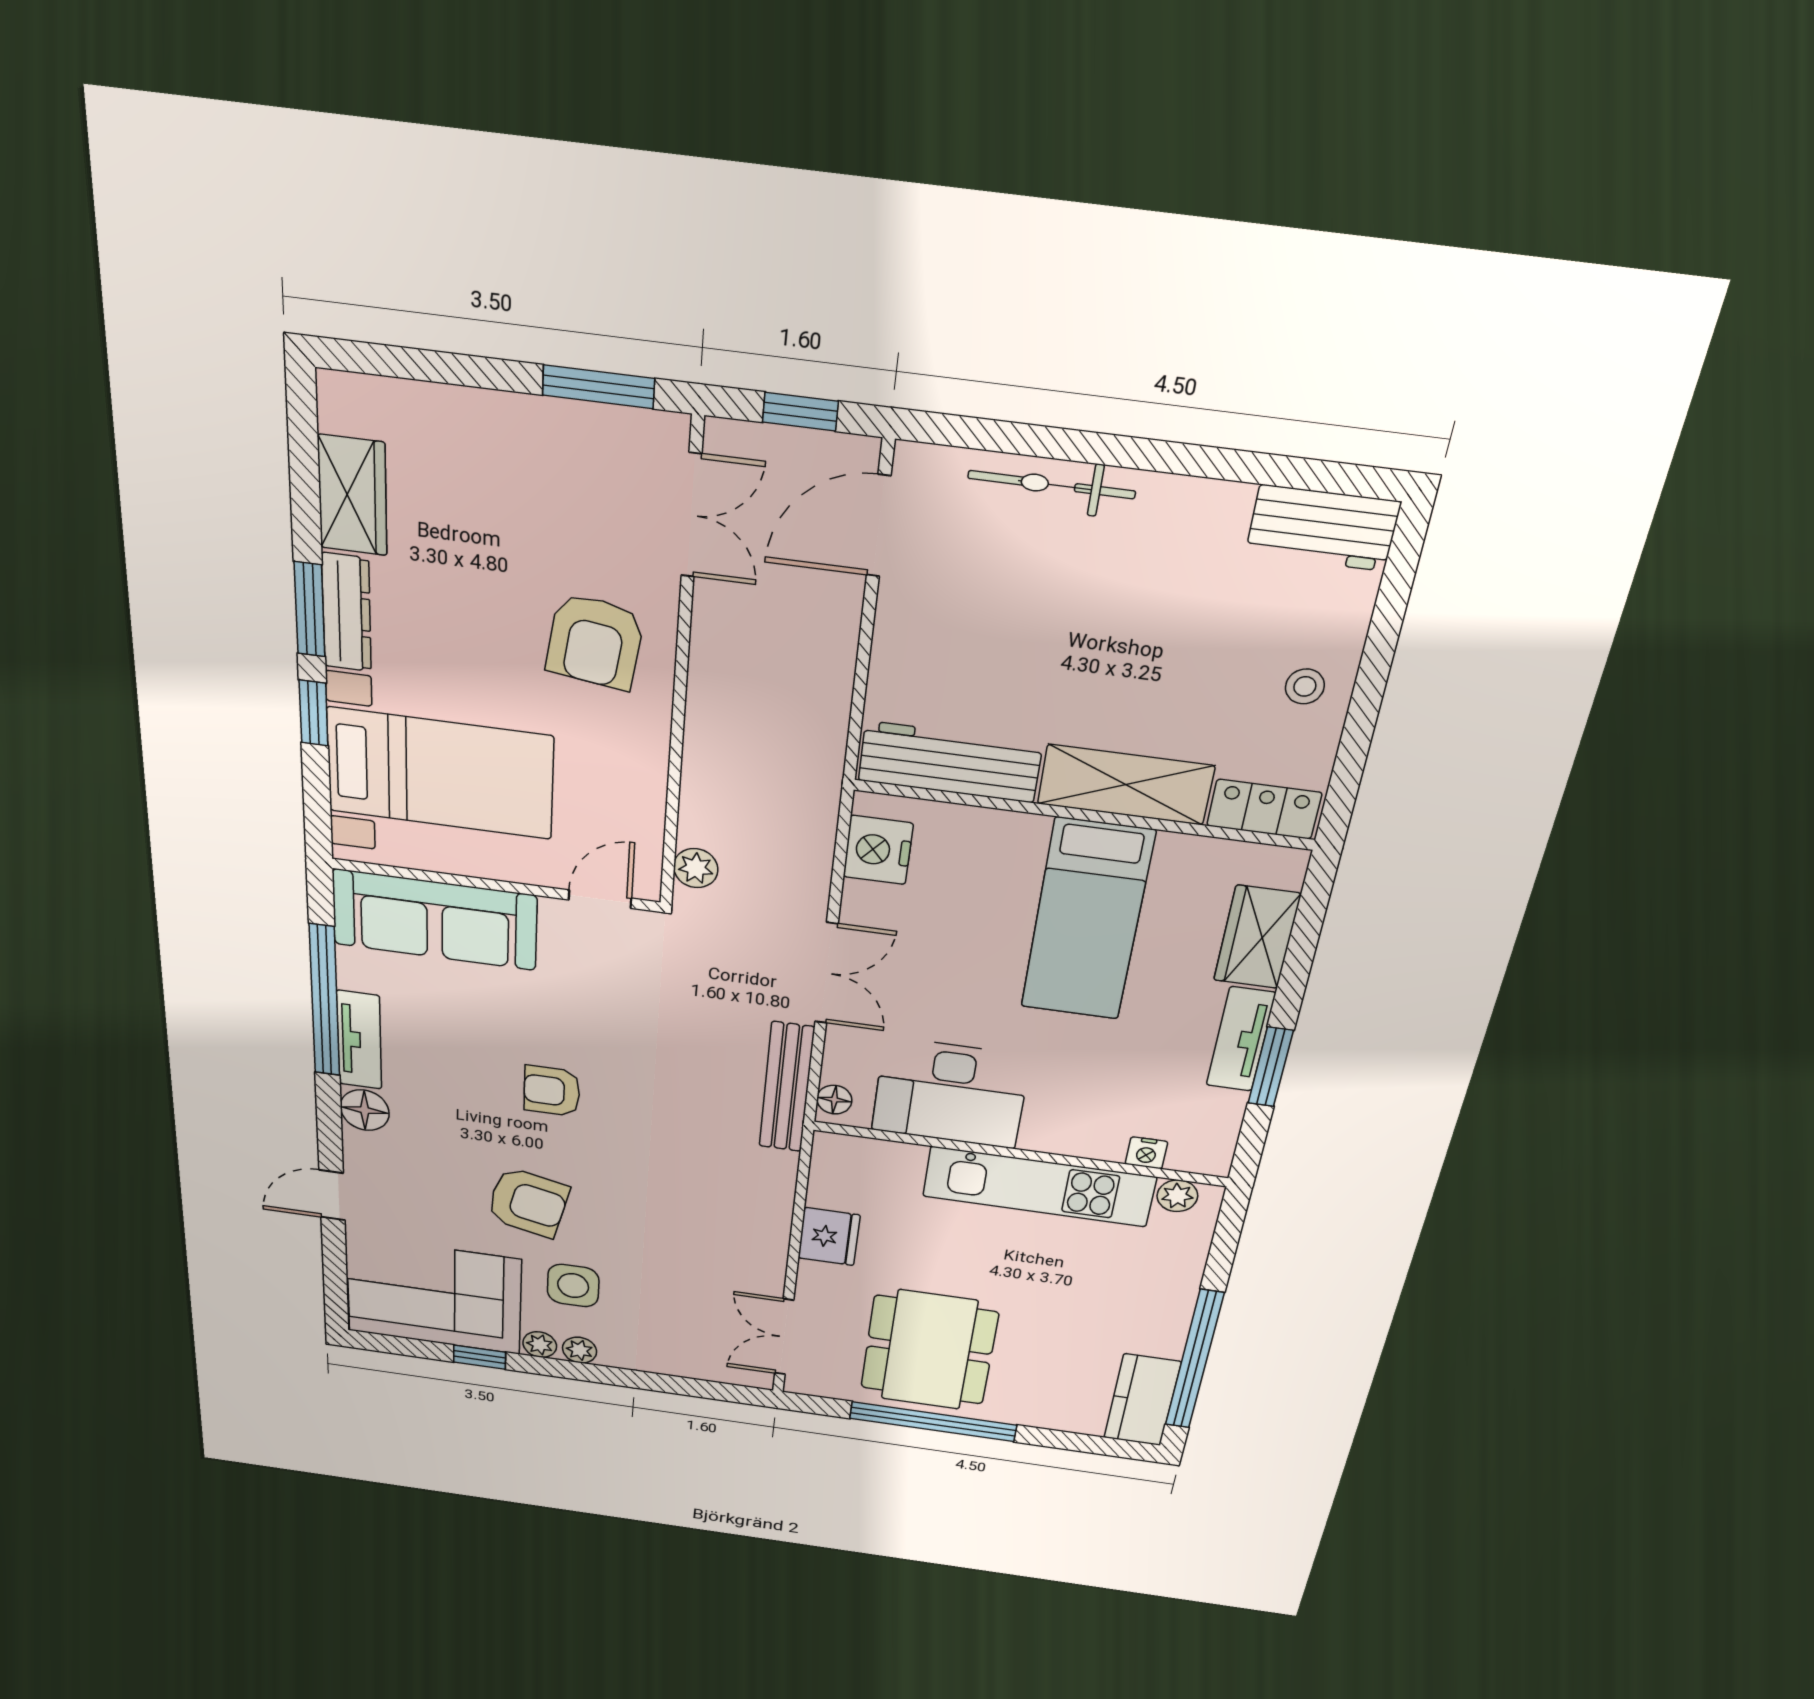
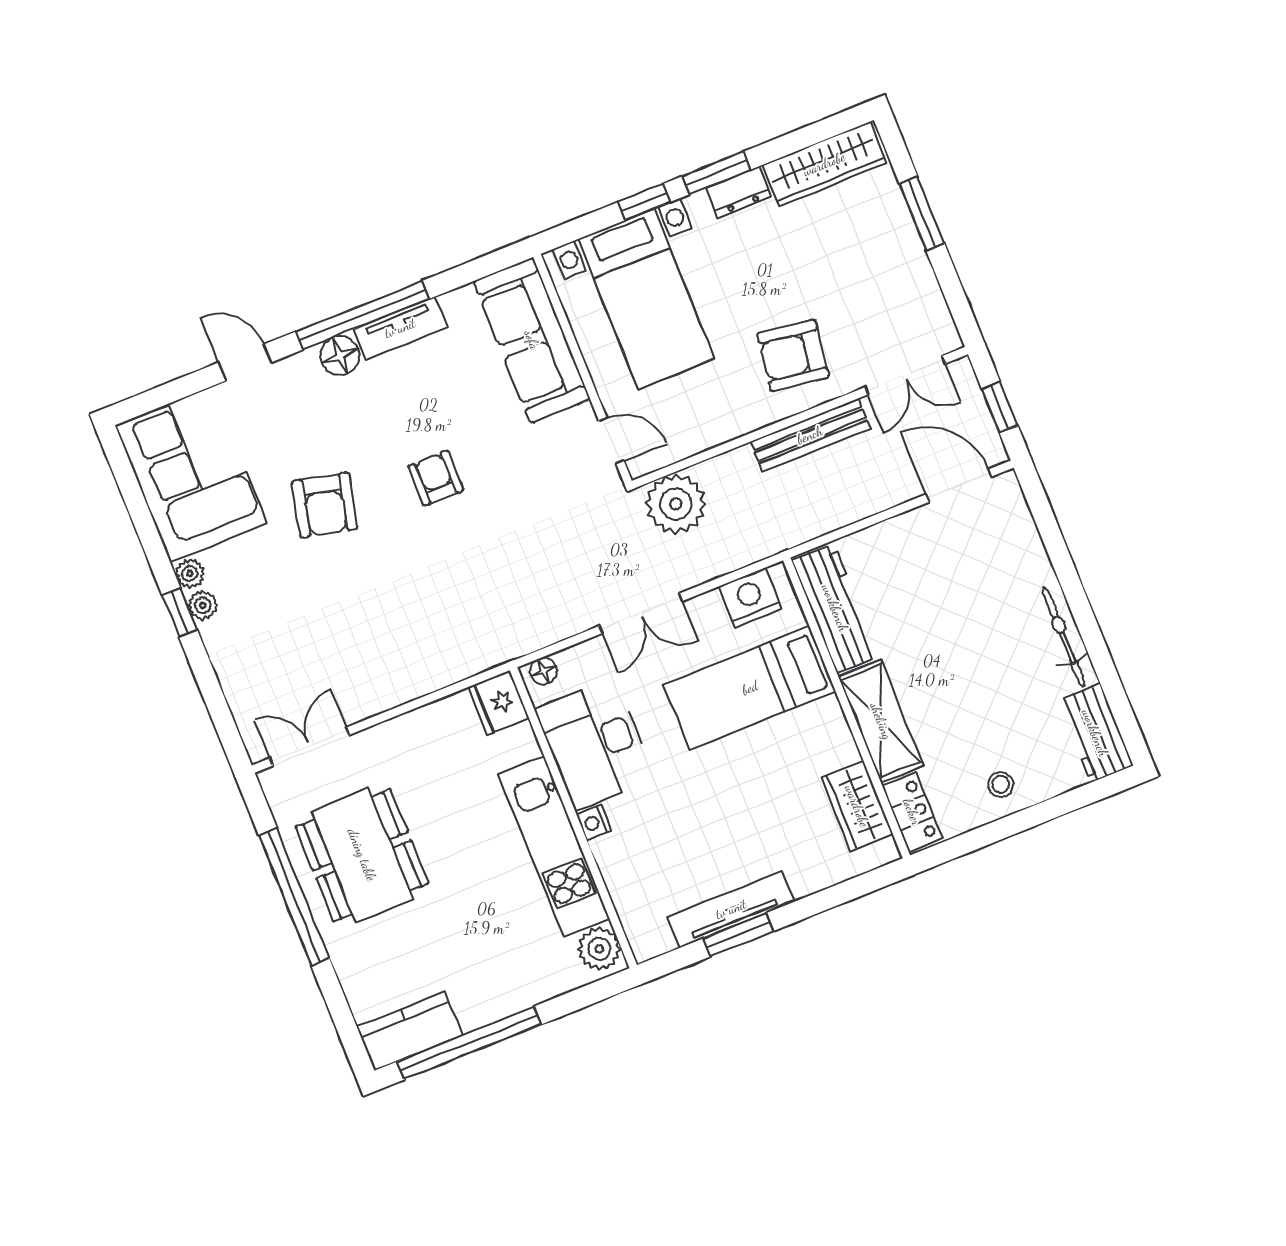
window: (598, 387) -> (922, 213), moved
bicycle: (1052, 485) -> (1064, 637), moved
wardrobe: (352, 495) -> (824, 164), width x1.50
dresser: (347, 613) -> (738, 192), width x0.70
plant: (696, 868) -> (676, 504), width x1.88, depth x1.88
bed: (1087, 920) -> (750, 688), moved
wardrobe: (1257, 937) -> (857, 806), moved, turned -90
window: (325, 1001) -> (362, 315), moved
tv unit: (1241, 1039) -> (731, 909), width x1.41
bench: (787, 1087) -> (810, 435), moved
nightstand: (1146, 1153) -> (594, 823), moved
plant: (1177, 1196) -> (599, 949), width x1.38, depth x1.38
fridge: (829, 1237) -> (499, 703), moved, turned 90
side table: (573, 1286) -> (265, 572), removed
dining table: (929, 1350) -> (362, 855), turned 90
window: (480, 1357) -> (180, 612), moved

